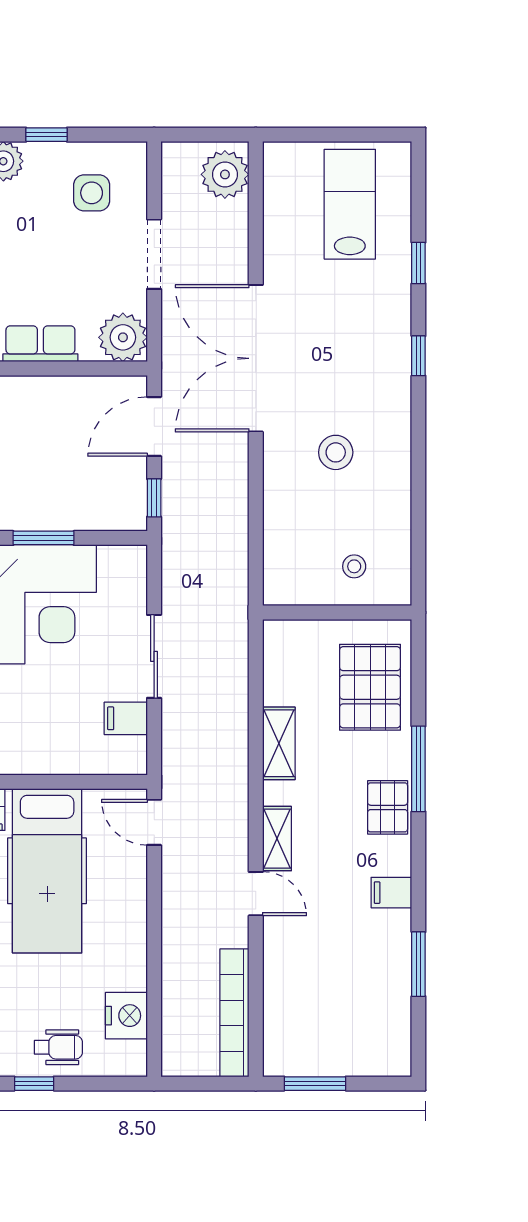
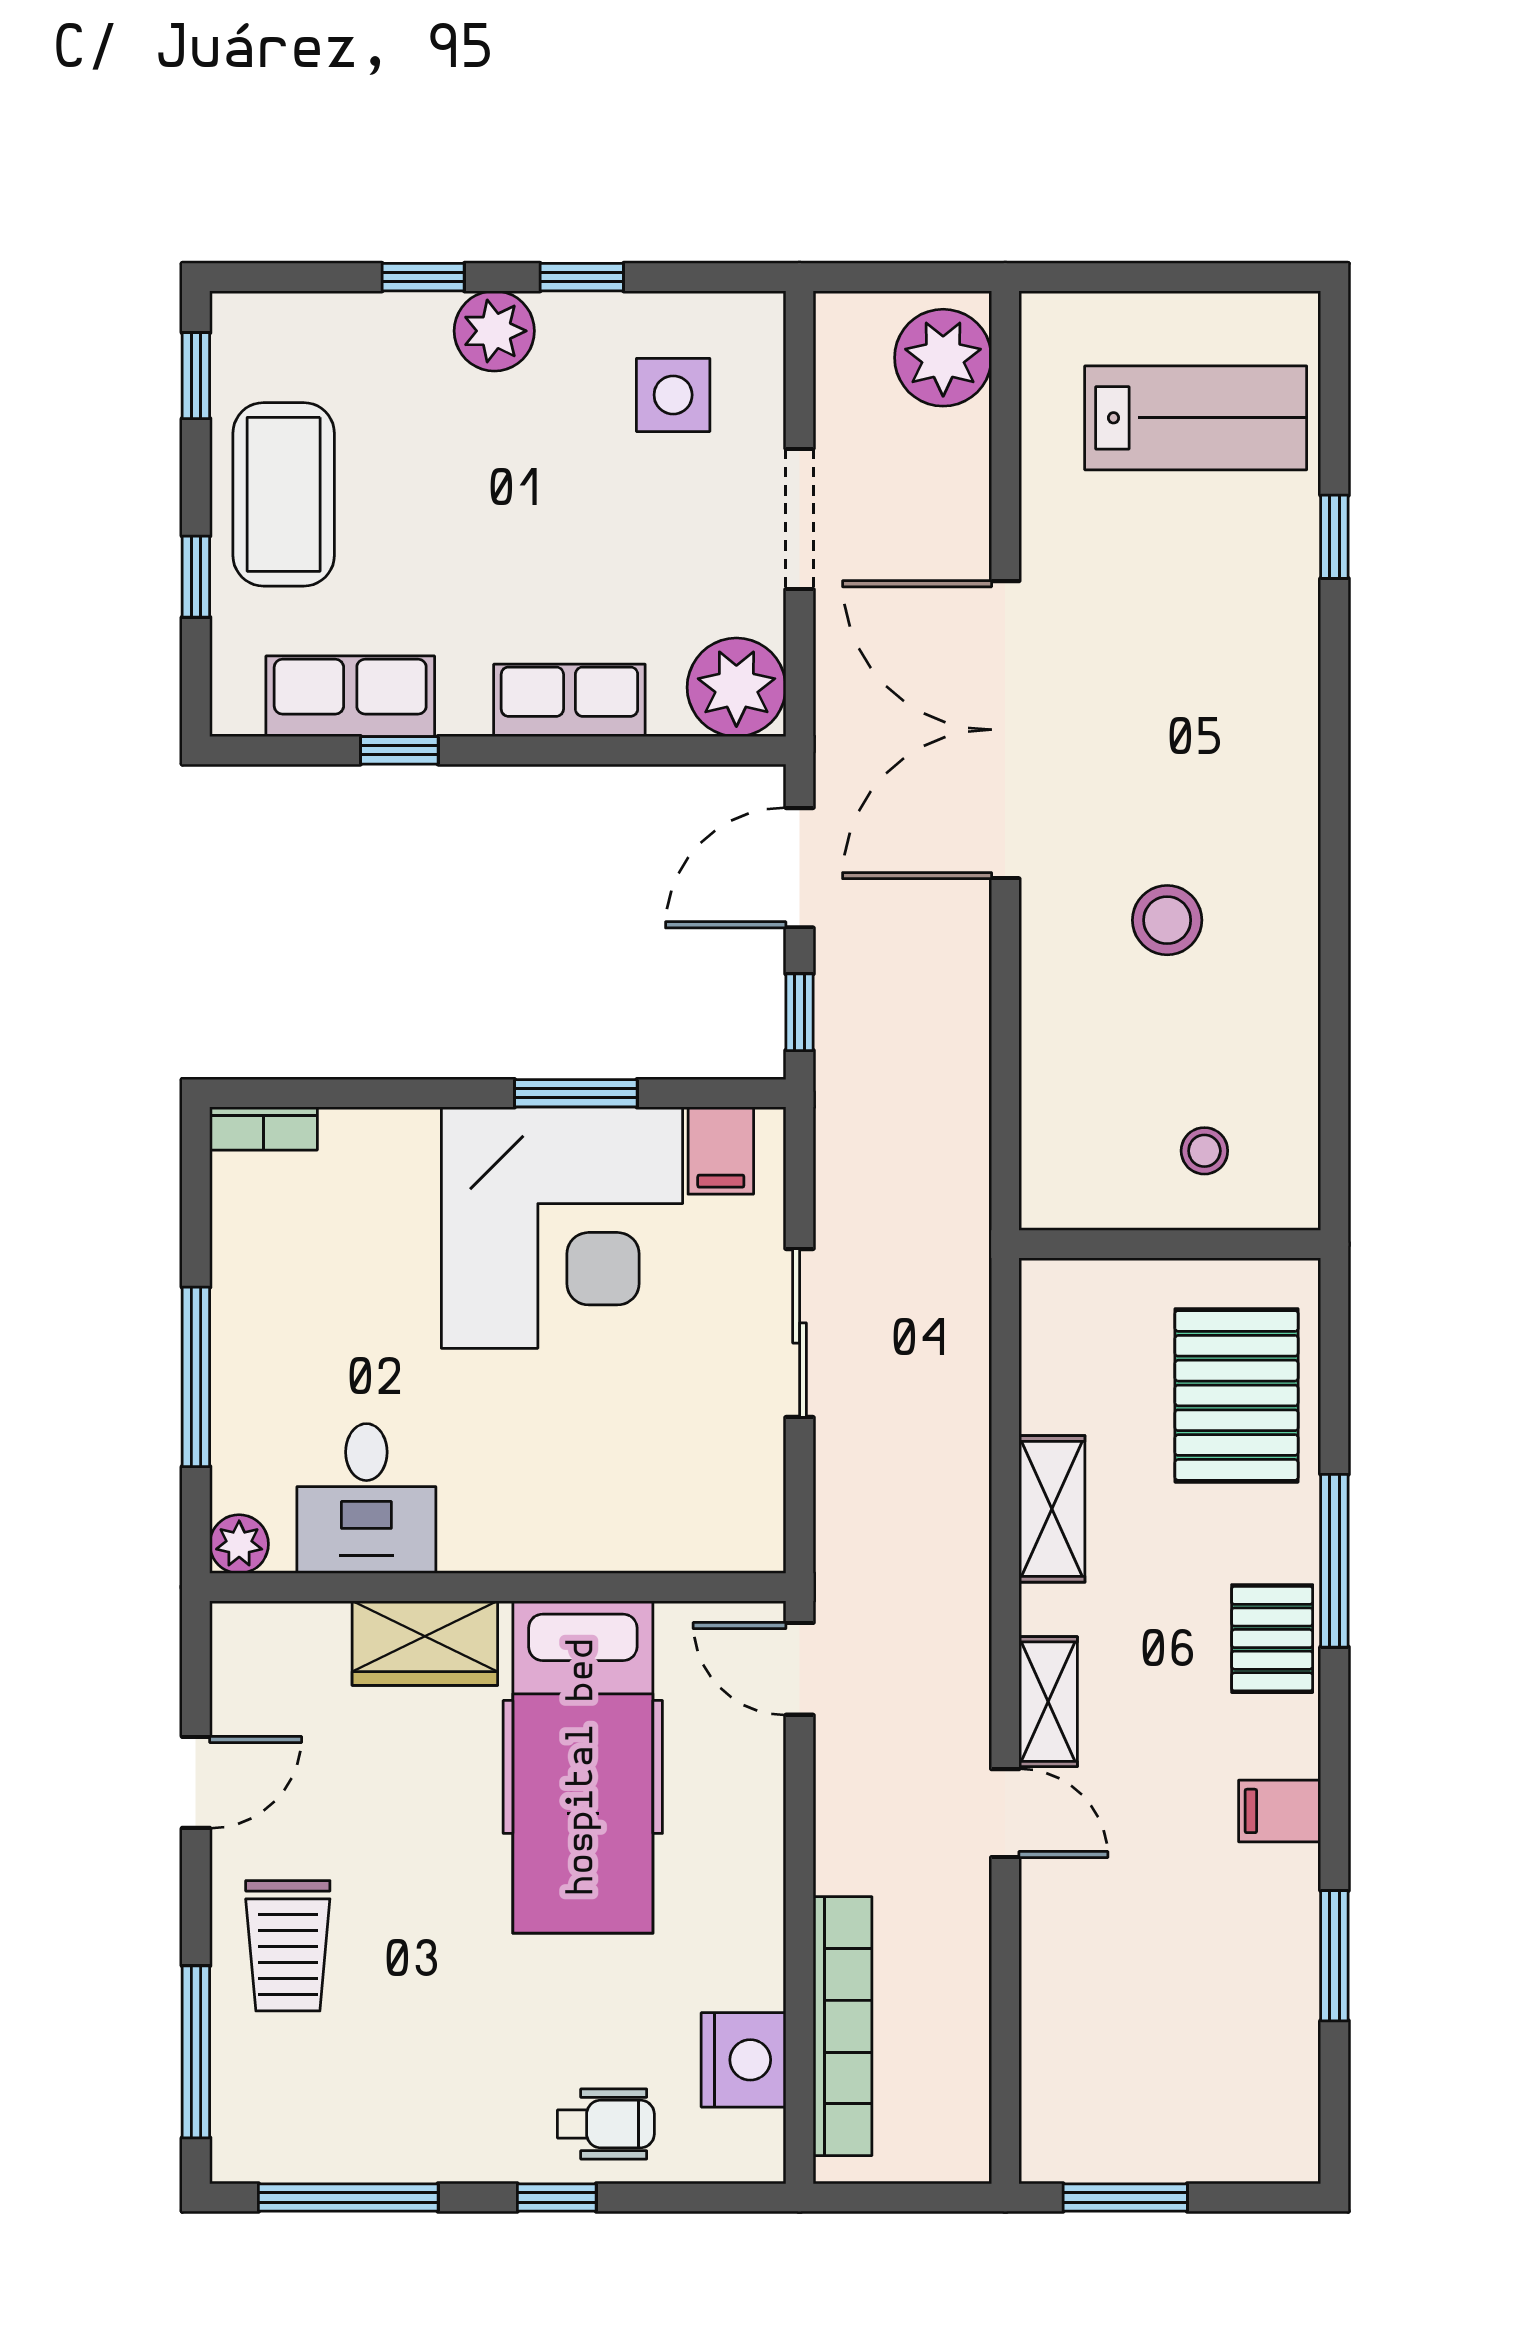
lab bench: (350, 204) -> (1196, 418), turned 90
window: (418, 356) -> (1334, 725), removed
filing cabinet: (126, 718) -> (721, 1151), moved, turned -90
bookcase: (234, 1013) -> (843, 2026), moved, turned 180

